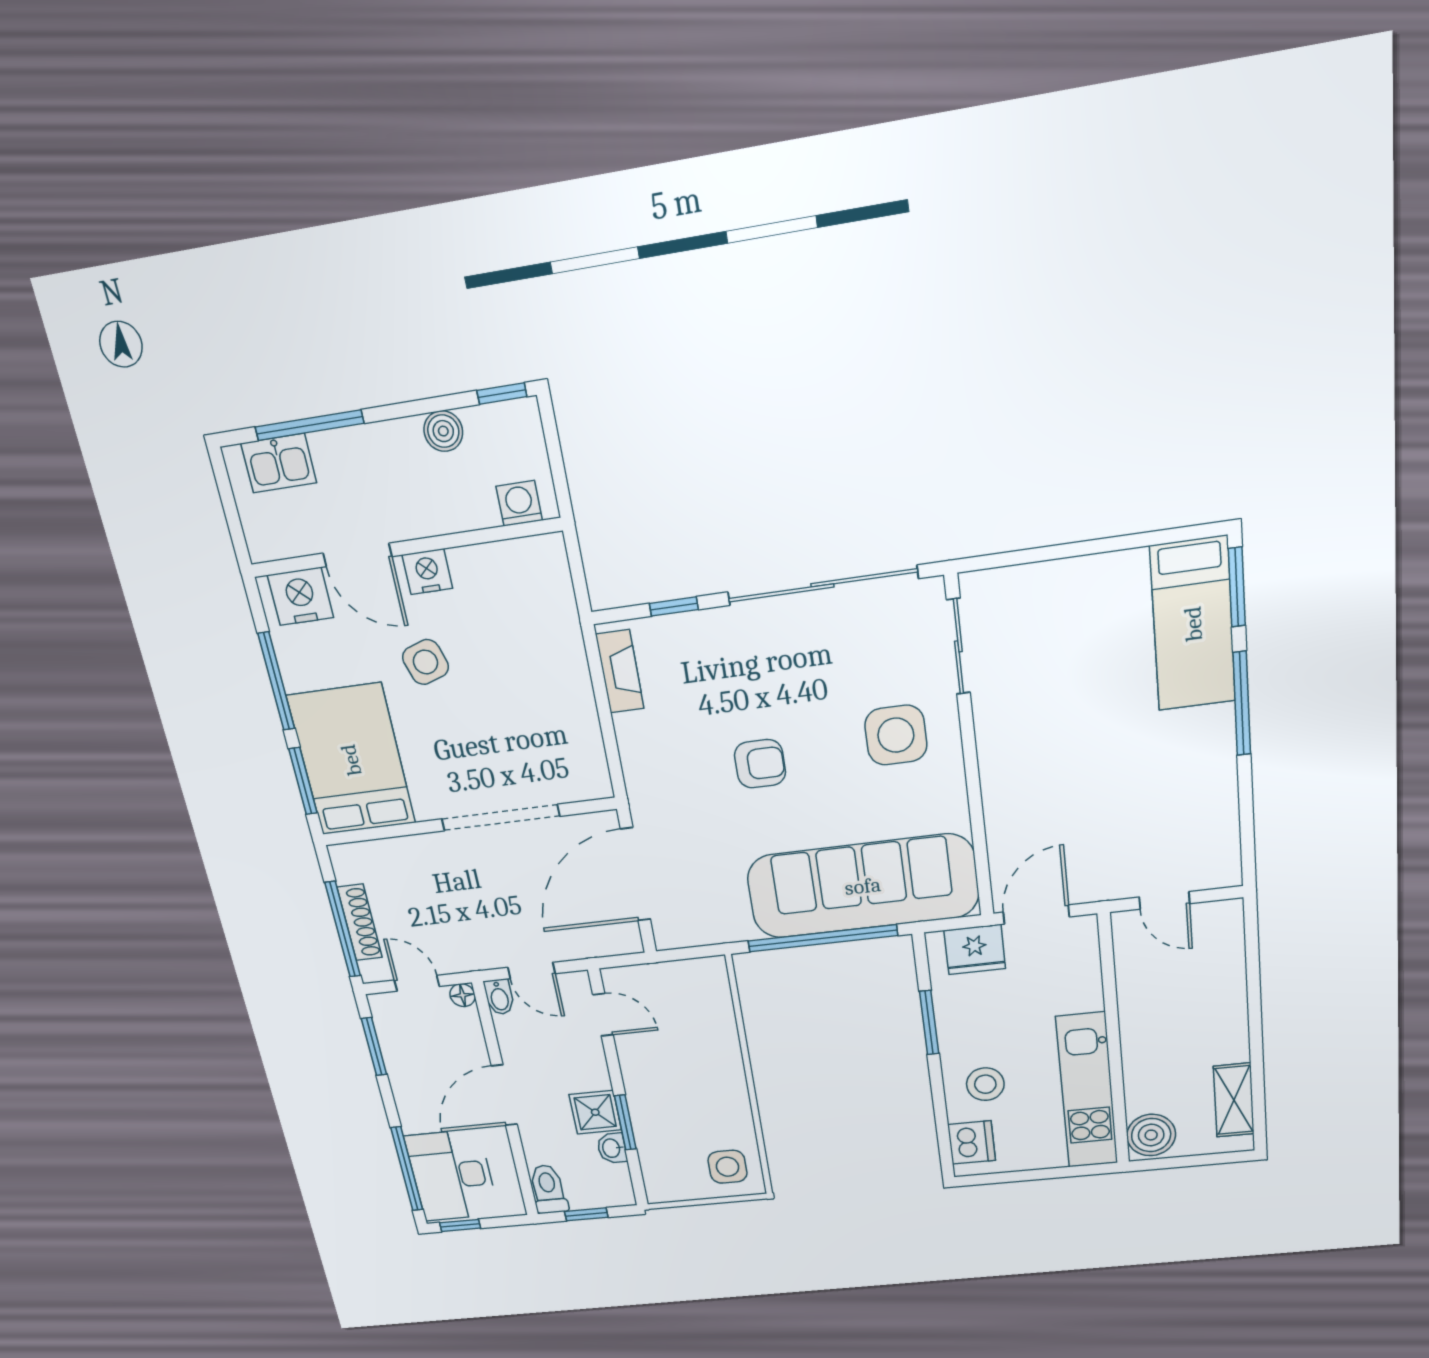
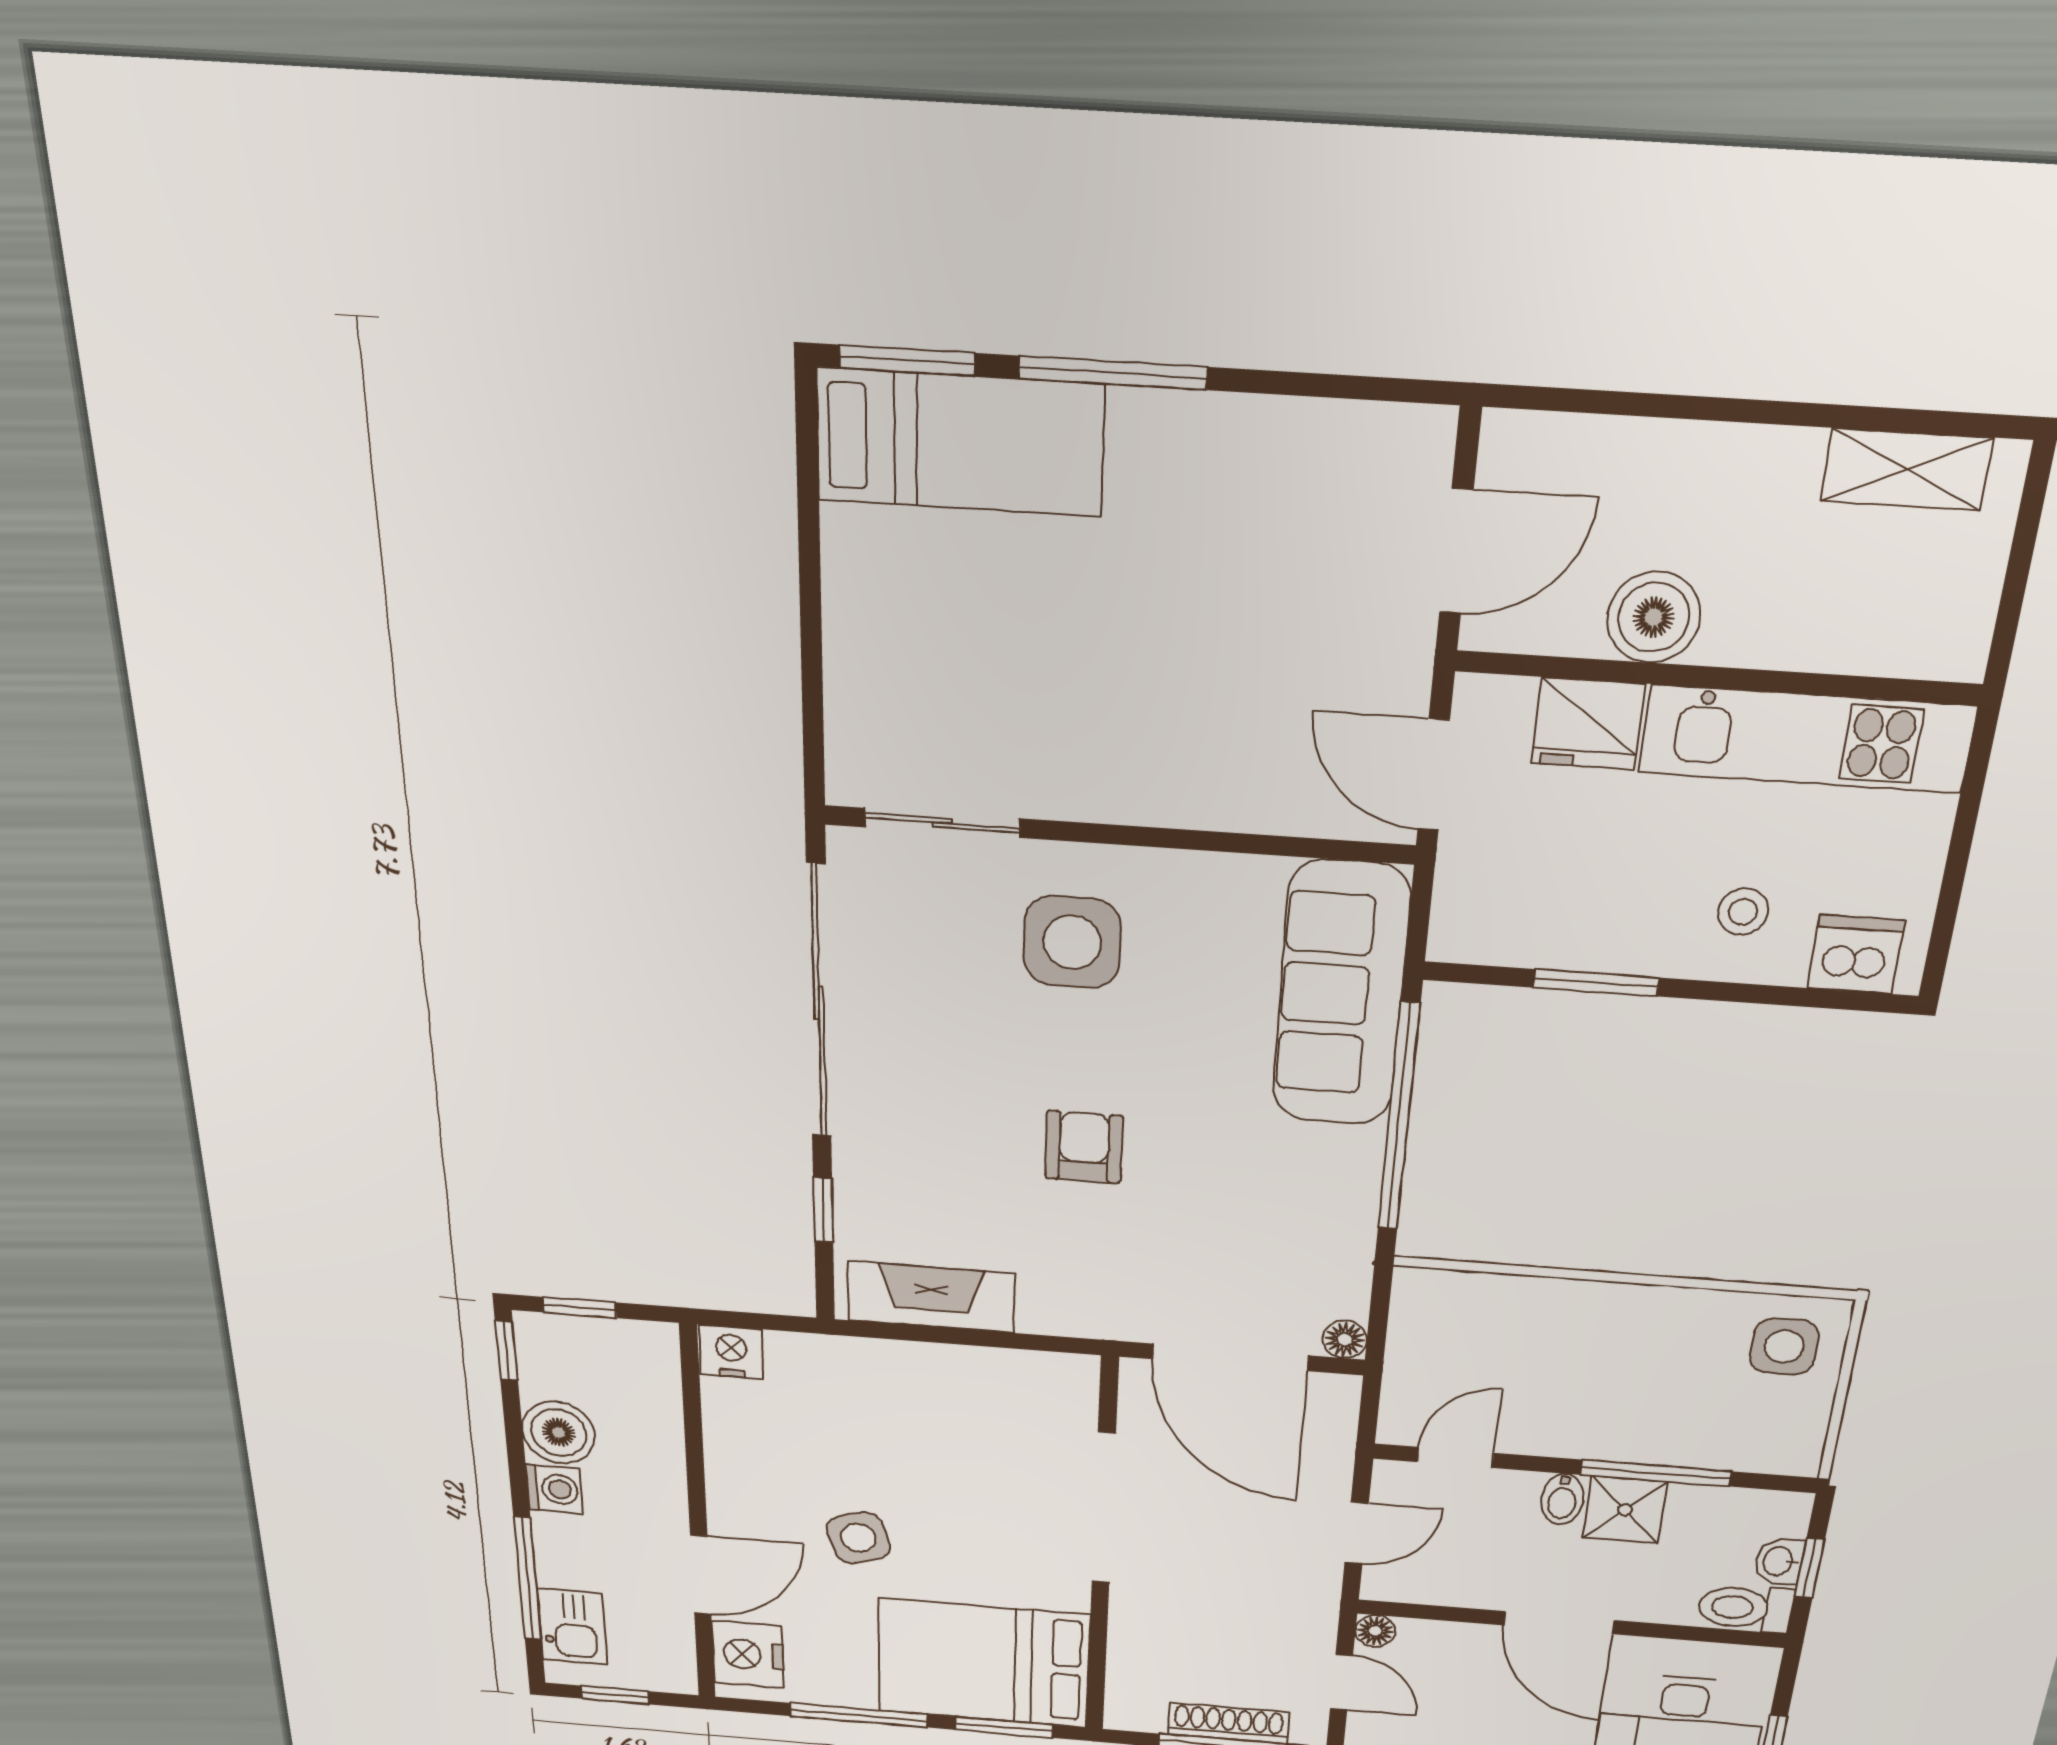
boiler: (443, 431) -> (559, 1433), width x1.36, depth x1.36
window: (553, 445) -> (580, 1307), added
window: (228, 502) -> (615, 1695), added
washing machine: (519, 503) -> (554, 1489), moved, turned 180
nightstand: (427, 572) -> (731, 1352), moved, turned 90
fireplace: (620, 671) -> (931, 1297), width x1.37, depth x1.32
sofa: (863, 886) -> (1341, 995), width x0.74, depth x0.79
door: (1164, 900) -> (1456, 551), width x1.37
floor lamp: (667, 938) -> (1345, 1339), added
fridge: (975, 949) -> (1588, 724), moved, turned 90
door: (417, 983) -> (1341, 1682), swing flipped
bidet: (499, 997) -> (1562, 1499), moved, turned 90
stool: (985, 1084) -> (1743, 912), width x0.73, depth x0.73
window: (625, 1122) -> (1656, 1473), width x1.44
boiler: (1151, 1135) -> (1654, 617), moved
washbasin: (612, 1148) -> (1779, 1561), moved, turned 90

